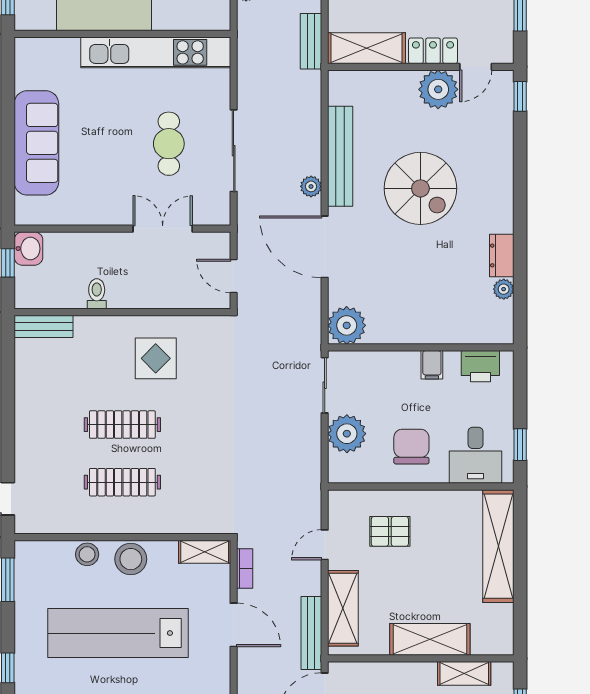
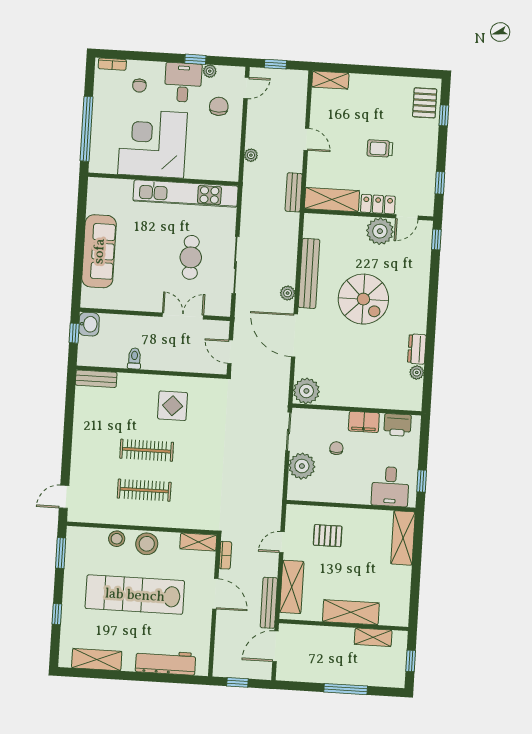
filing cabinet: (432, 365) -> (364, 422), width x2.00
chair: (411, 447) -> (336, 448), moved, width x0.54, depth x0.54
shelving: (498, 546) -> (403, 538), width x0.68

